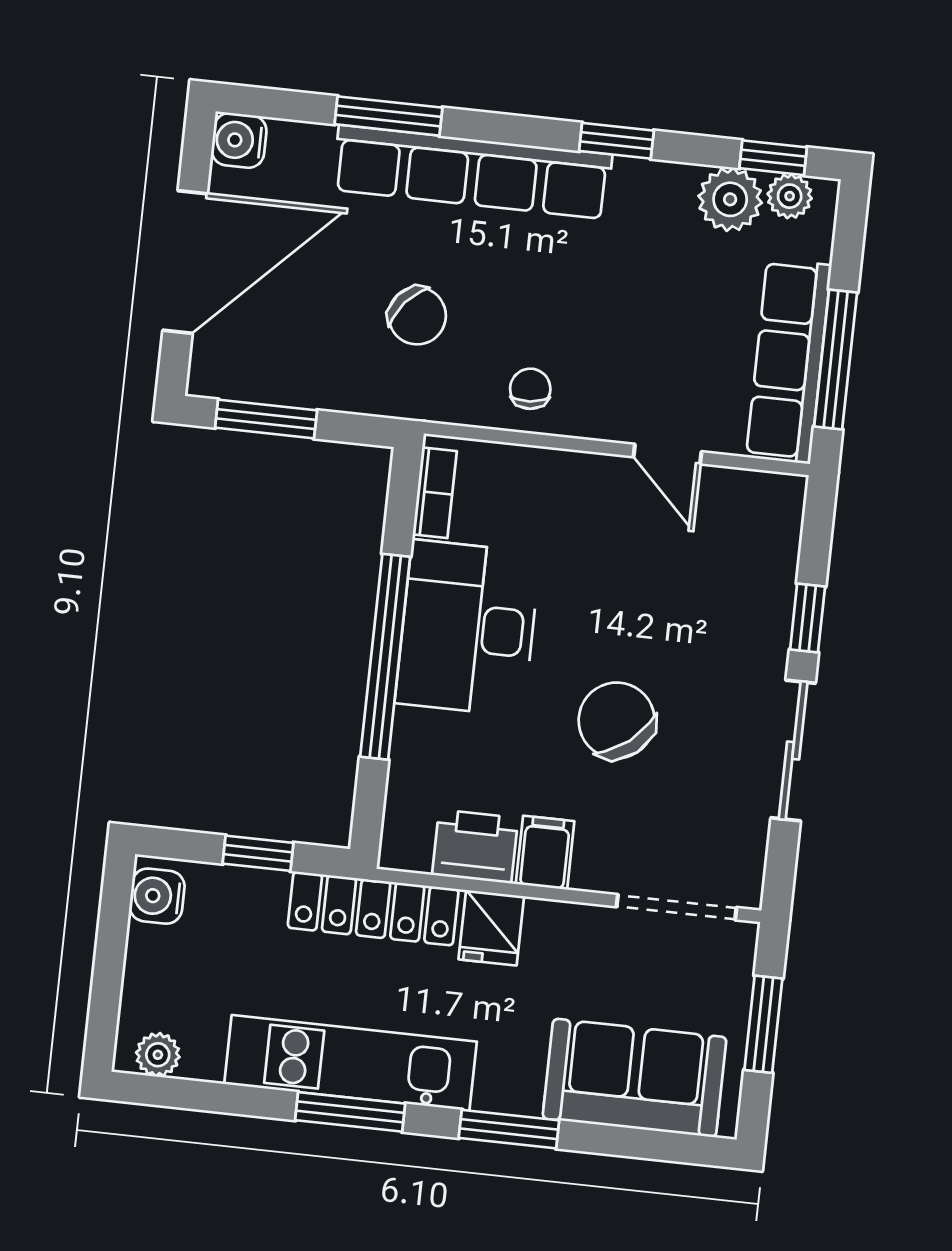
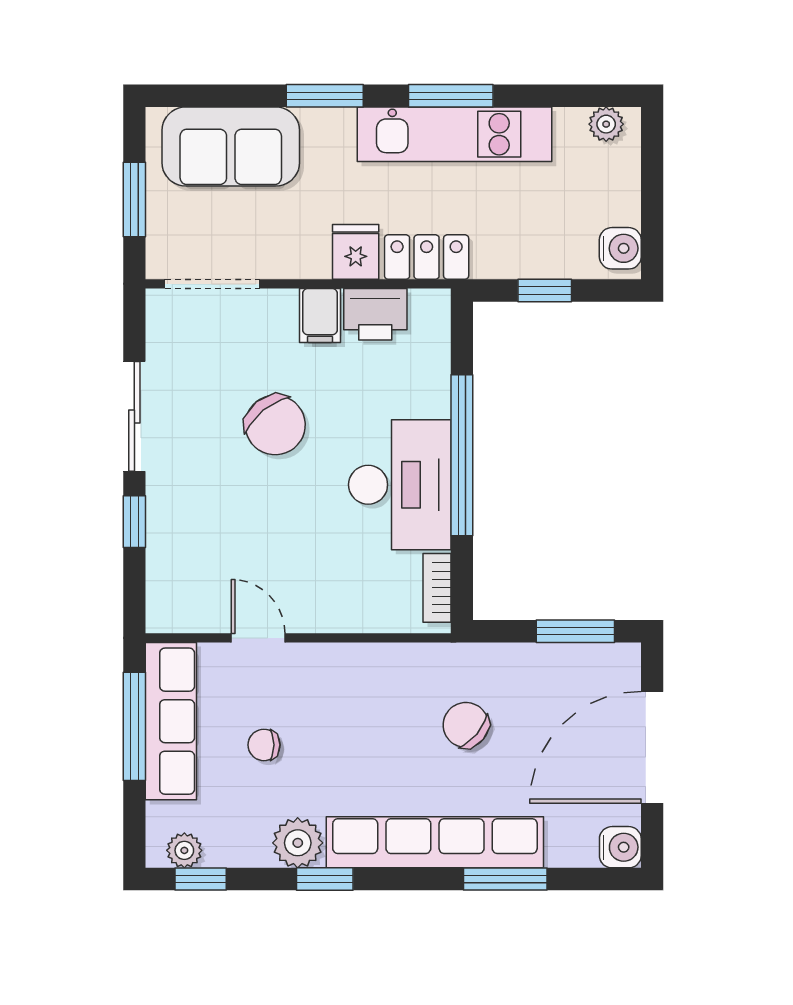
plant: (730, 199) -> (298, 843), moved
chair: (530, 389) -> (264, 745), moved, turned 95
locker: (373, 908) -> (427, 257), width x0.66

